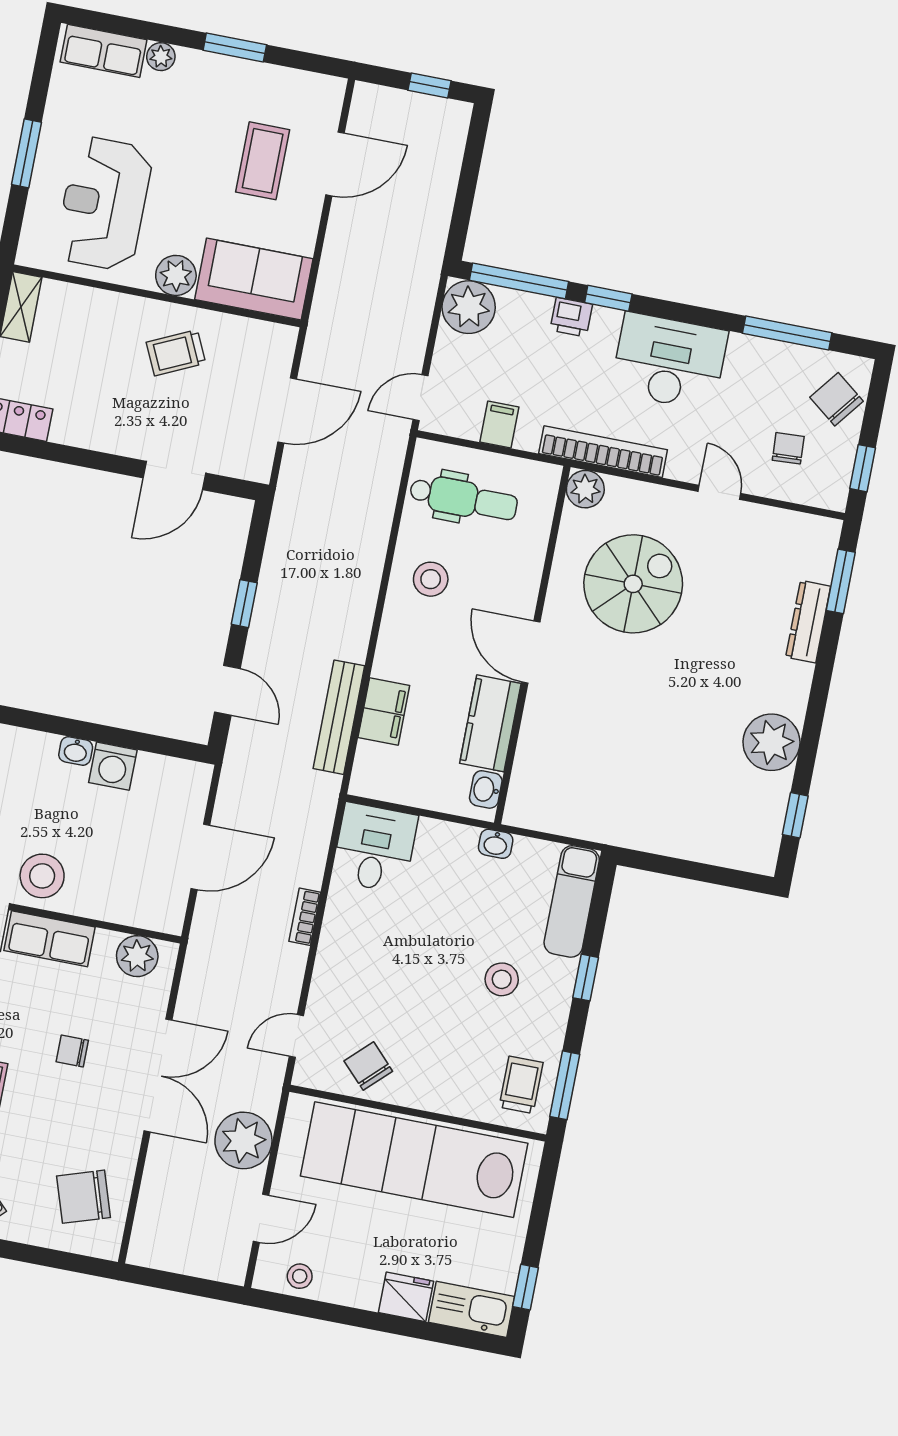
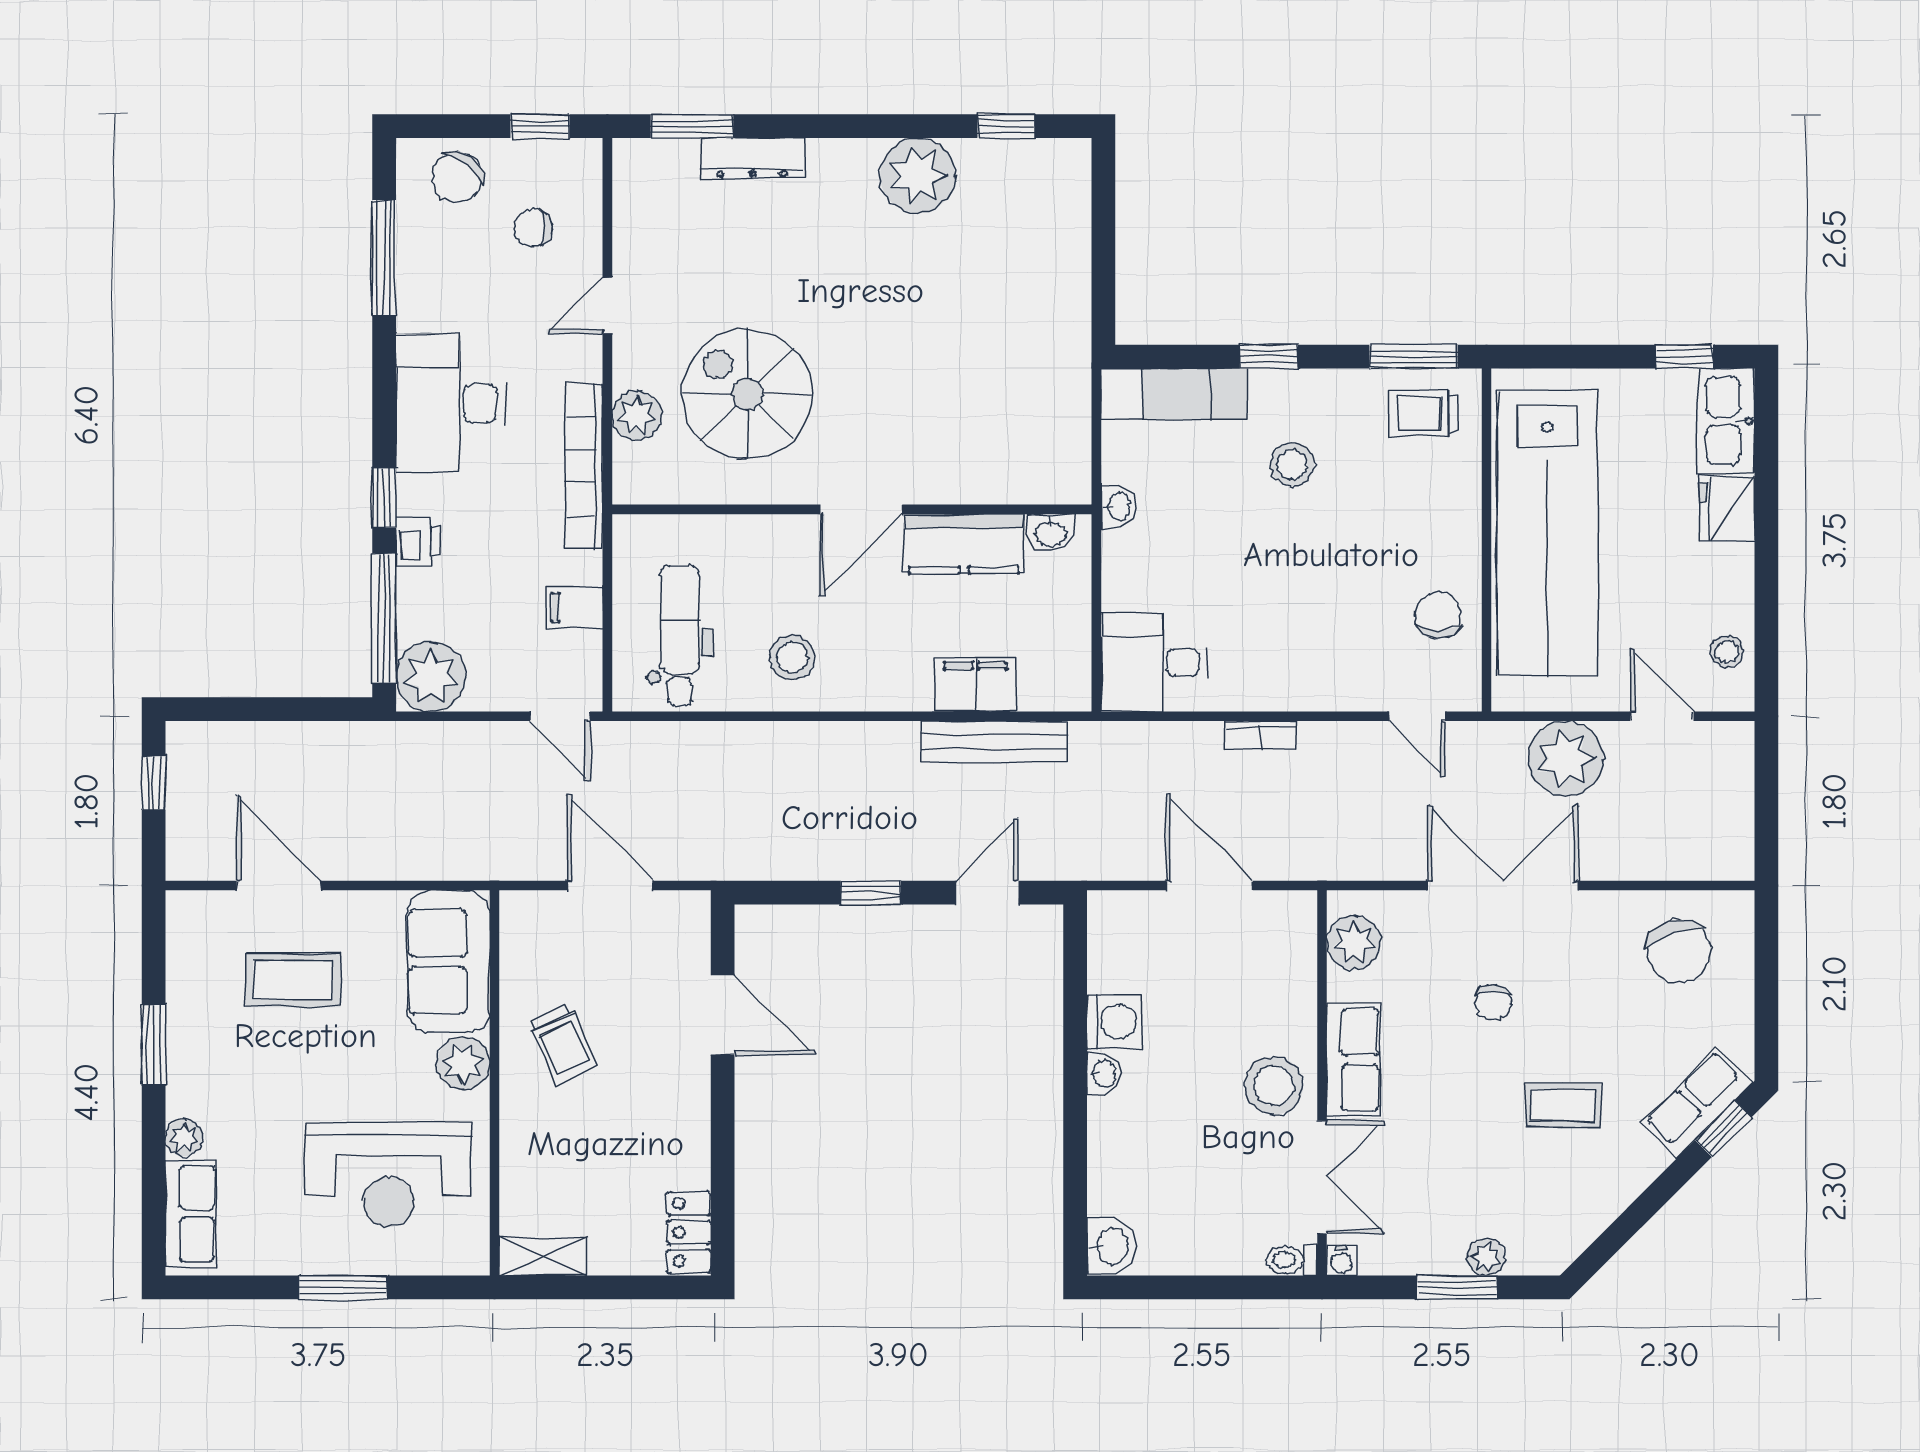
plant: (585, 489) -> (637, 415), moved
chair: (368, 1066) -> (1438, 616), turned 134

